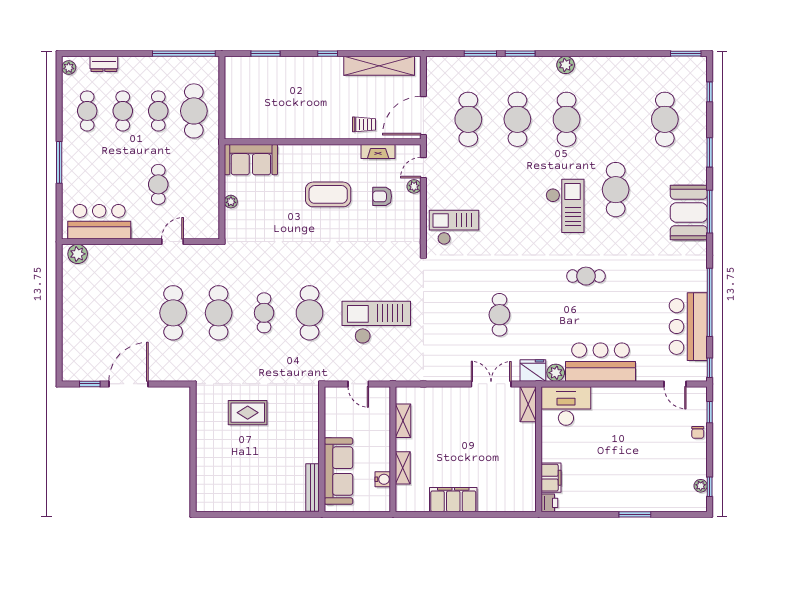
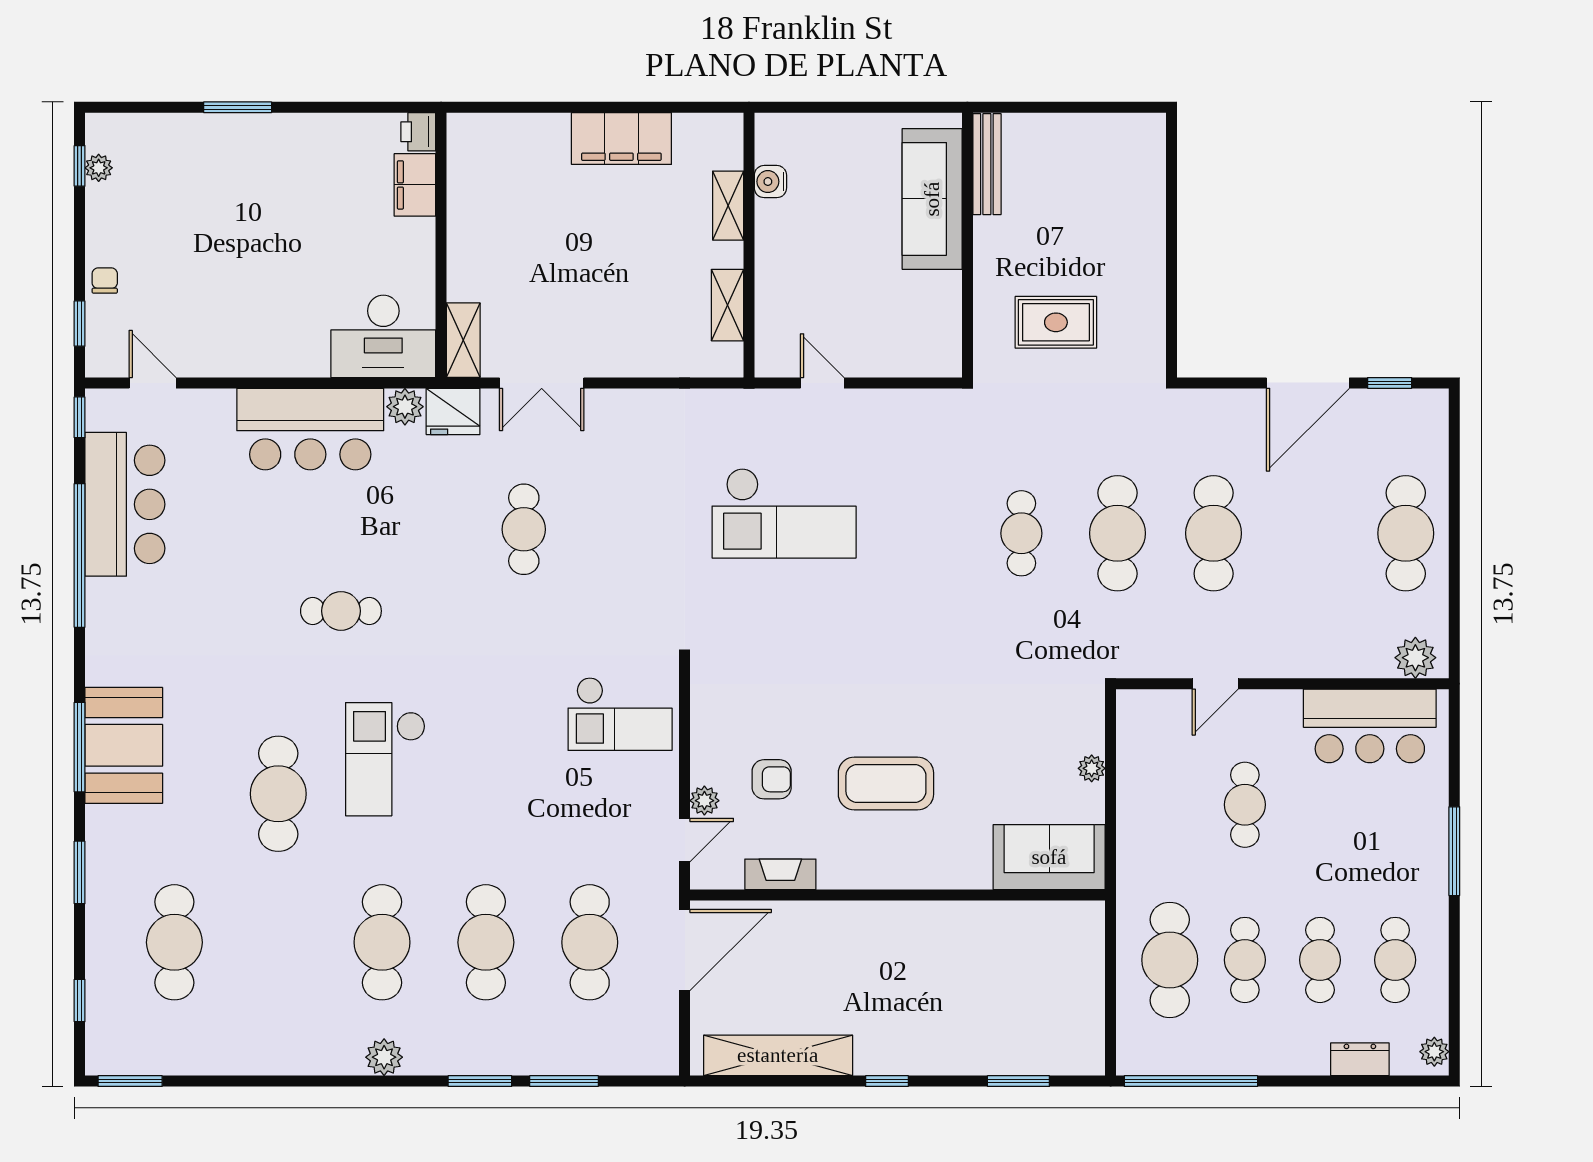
trolley: (364, 124) -> (810, 931), removed
cafe table: (310, 313) -> (1406, 533), moved
wall: (322, 449) -> (967, 245), moved
sofa: (338, 471) -> (932, 199), moved
bench: (313, 488) -> (987, 164), moved

